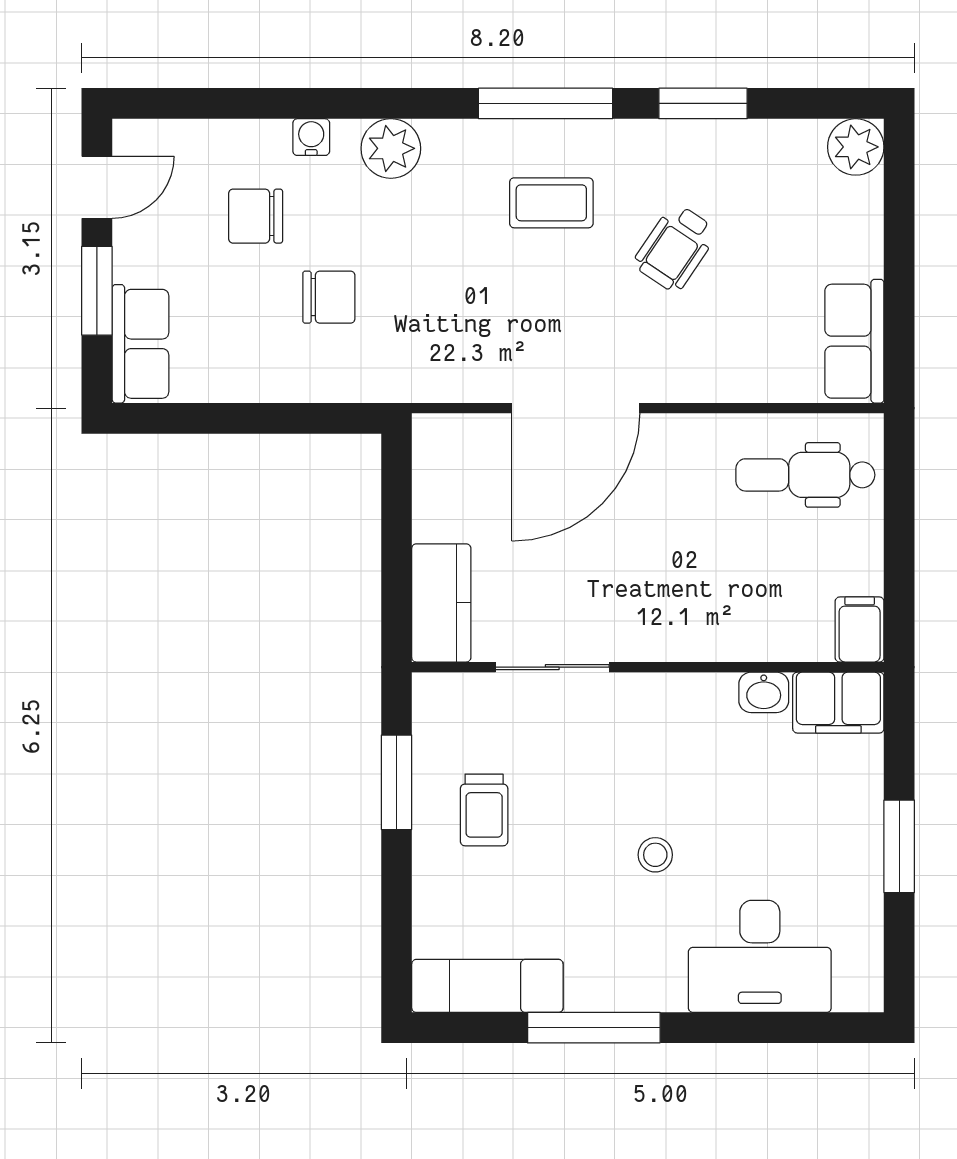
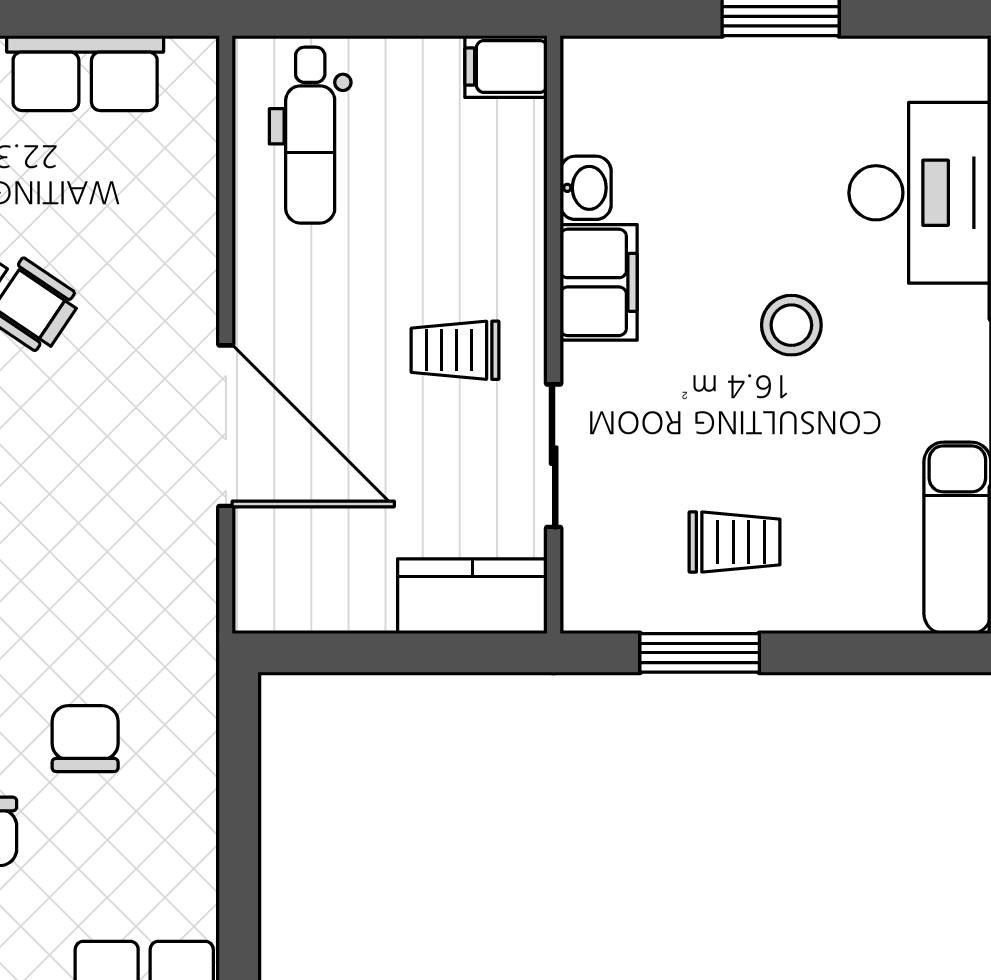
row of seats: (854, 341) -> (85, 73), moved
trolley: (635, 589) -> (455, 350), added
filing cabinet: (838, 703) -> (599, 282), moved
stool: (655, 855) -> (791, 325), width x1.37, depth x1.37

